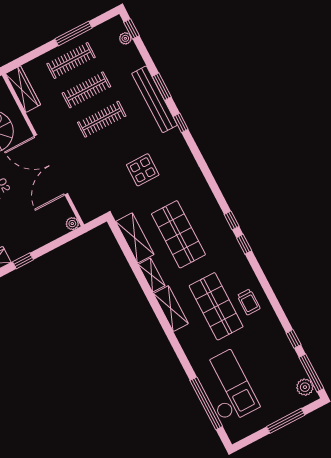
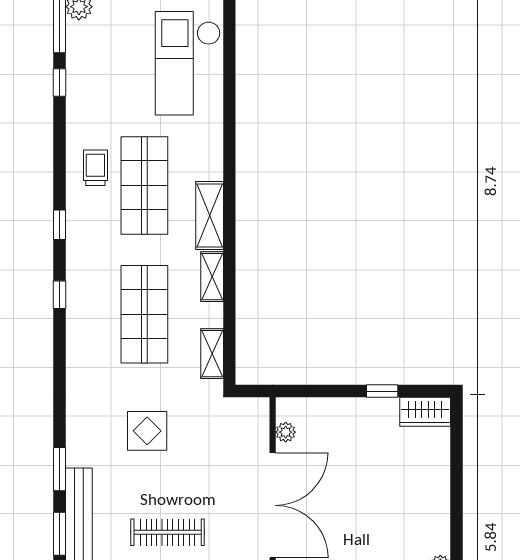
window: (181, 123) -> (59, 469), width x1.50
plant: (72, 224) -> (286, 432), moved
shelving: (135, 238) -> (212, 354), width x0.67, depth x0.75
window: (244, 244) -> (59, 225), moved
window: (206, 403) -> (229, 56), removed

